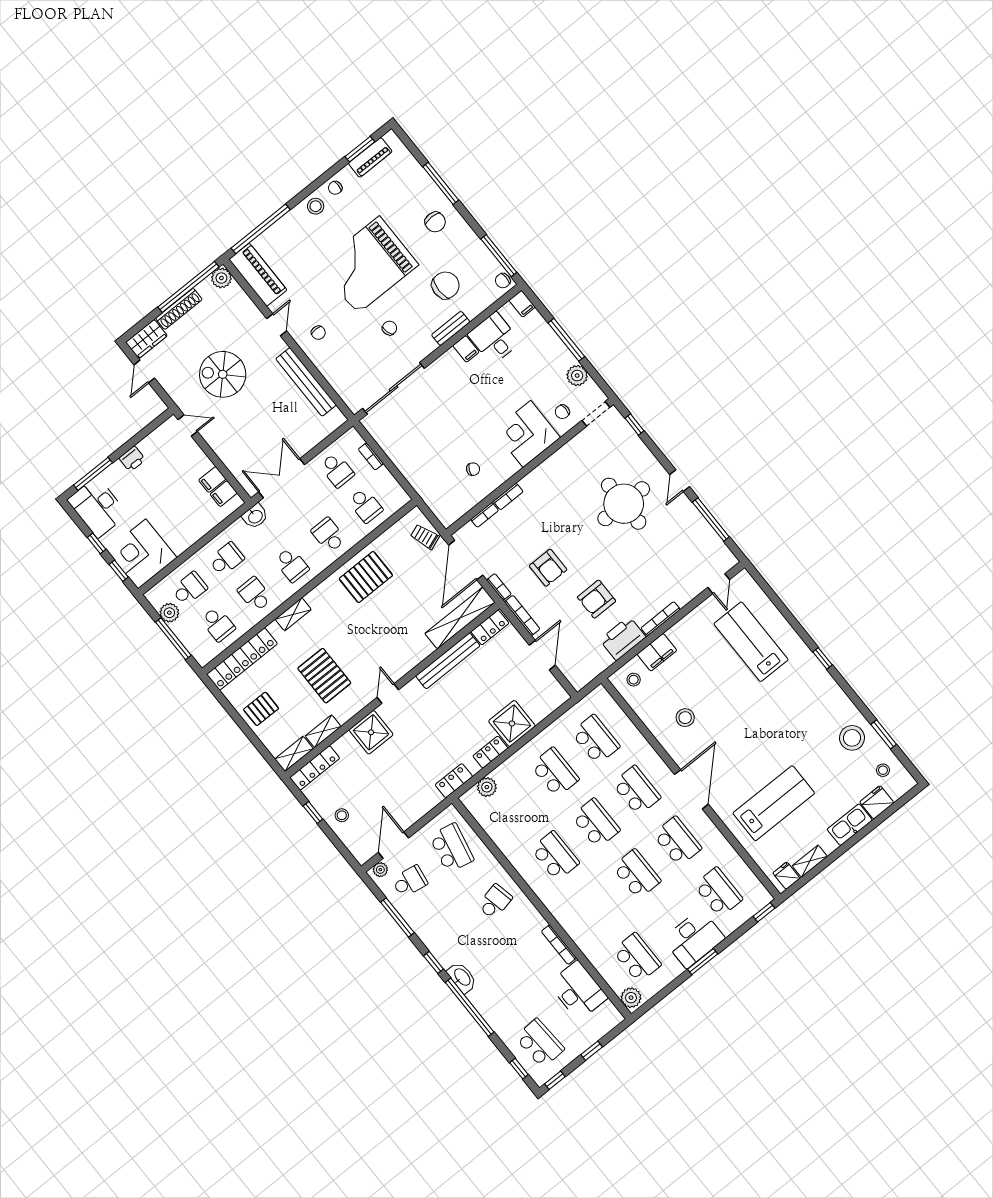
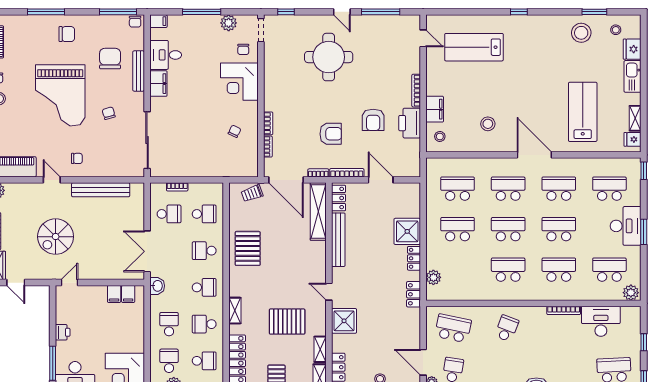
bench: (451, 328) -> (139, 71), width x1.36
filing cabinet: (466, 349) -> (158, 84), width x2.00
school desk: (495, 902) -> (507, 328), turned 33
school desk: (596, 907) -> (559, 270), added

